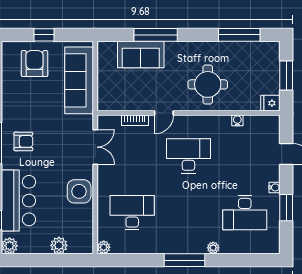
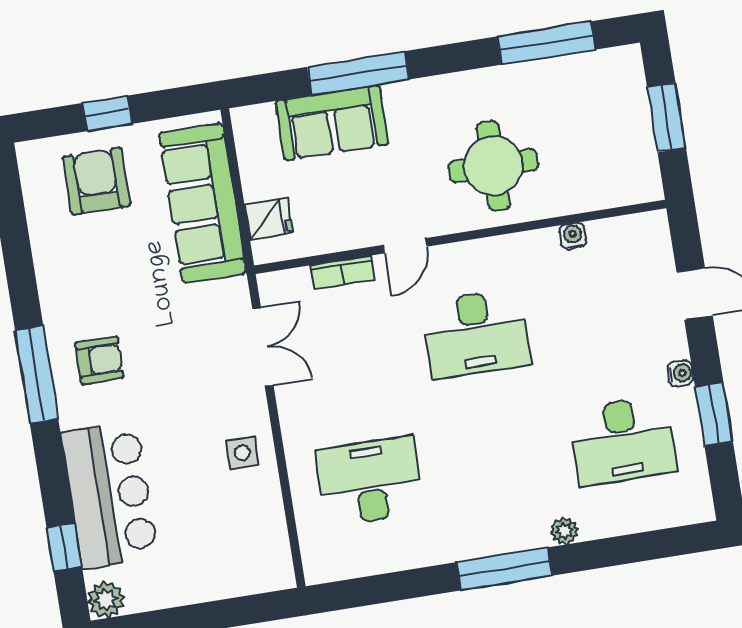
fridge: (270, 103) -> (269, 219), moved, turned 180
desk: (188, 156) -> (476, 333), turned 180
side table: (79, 191) -> (242, 453), width x0.54, depth x0.54
plant: (59, 245) -> (217, 581), removed
plant: (104, 247) -> (318, 569), removed

